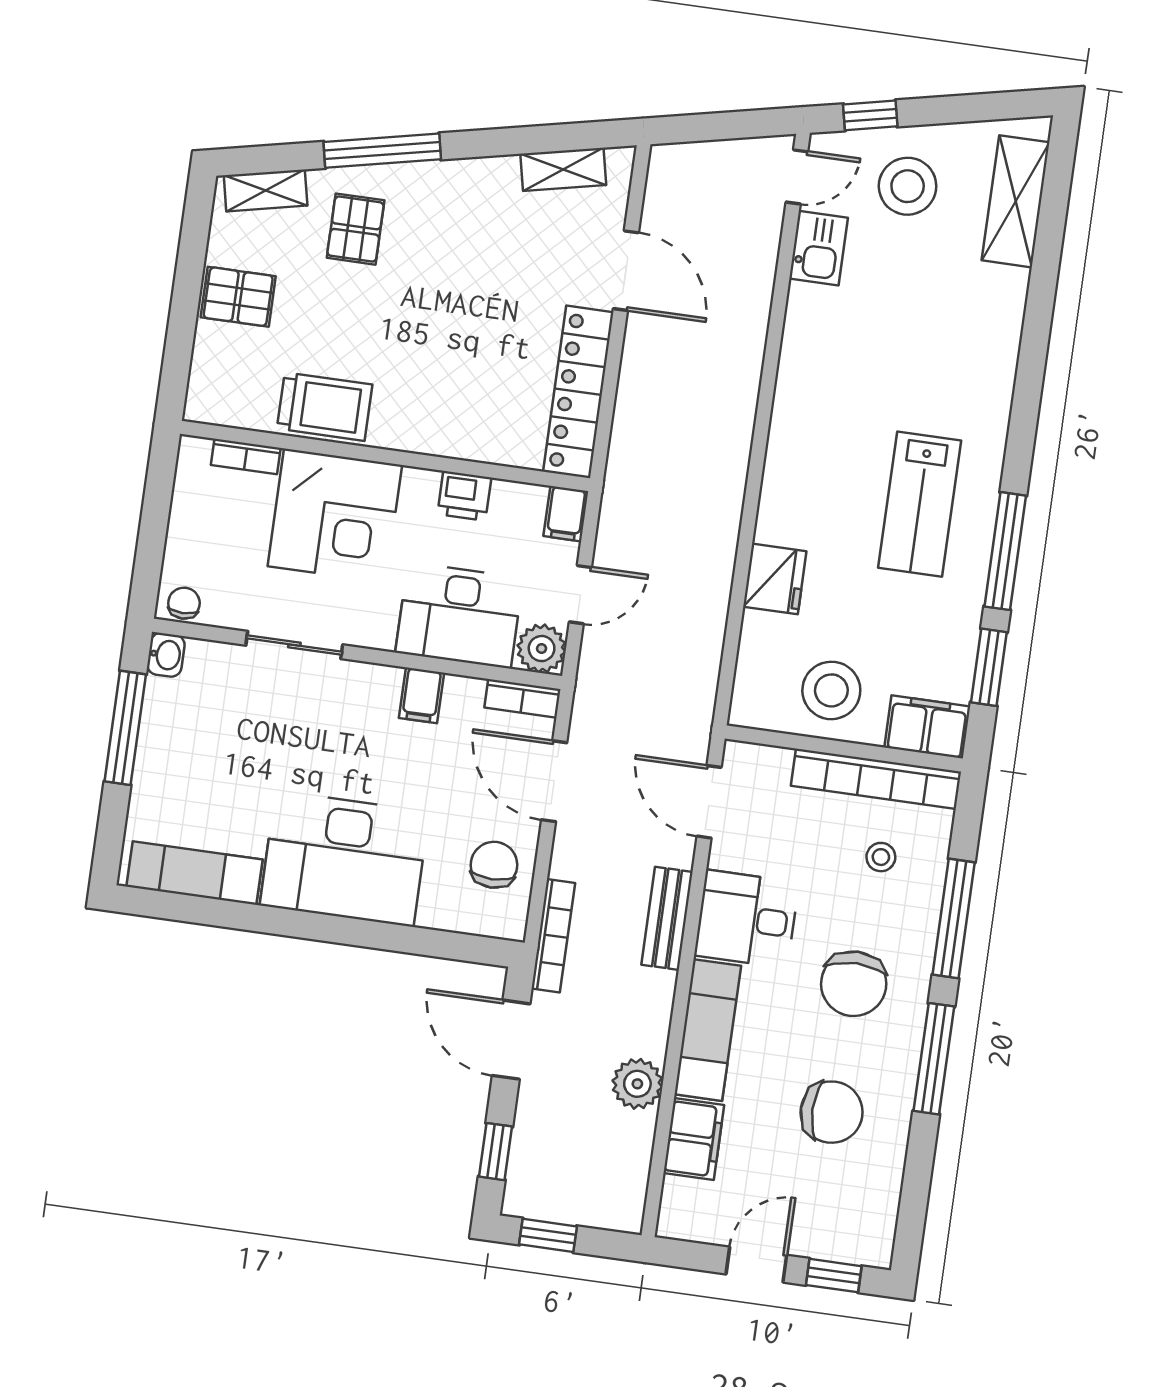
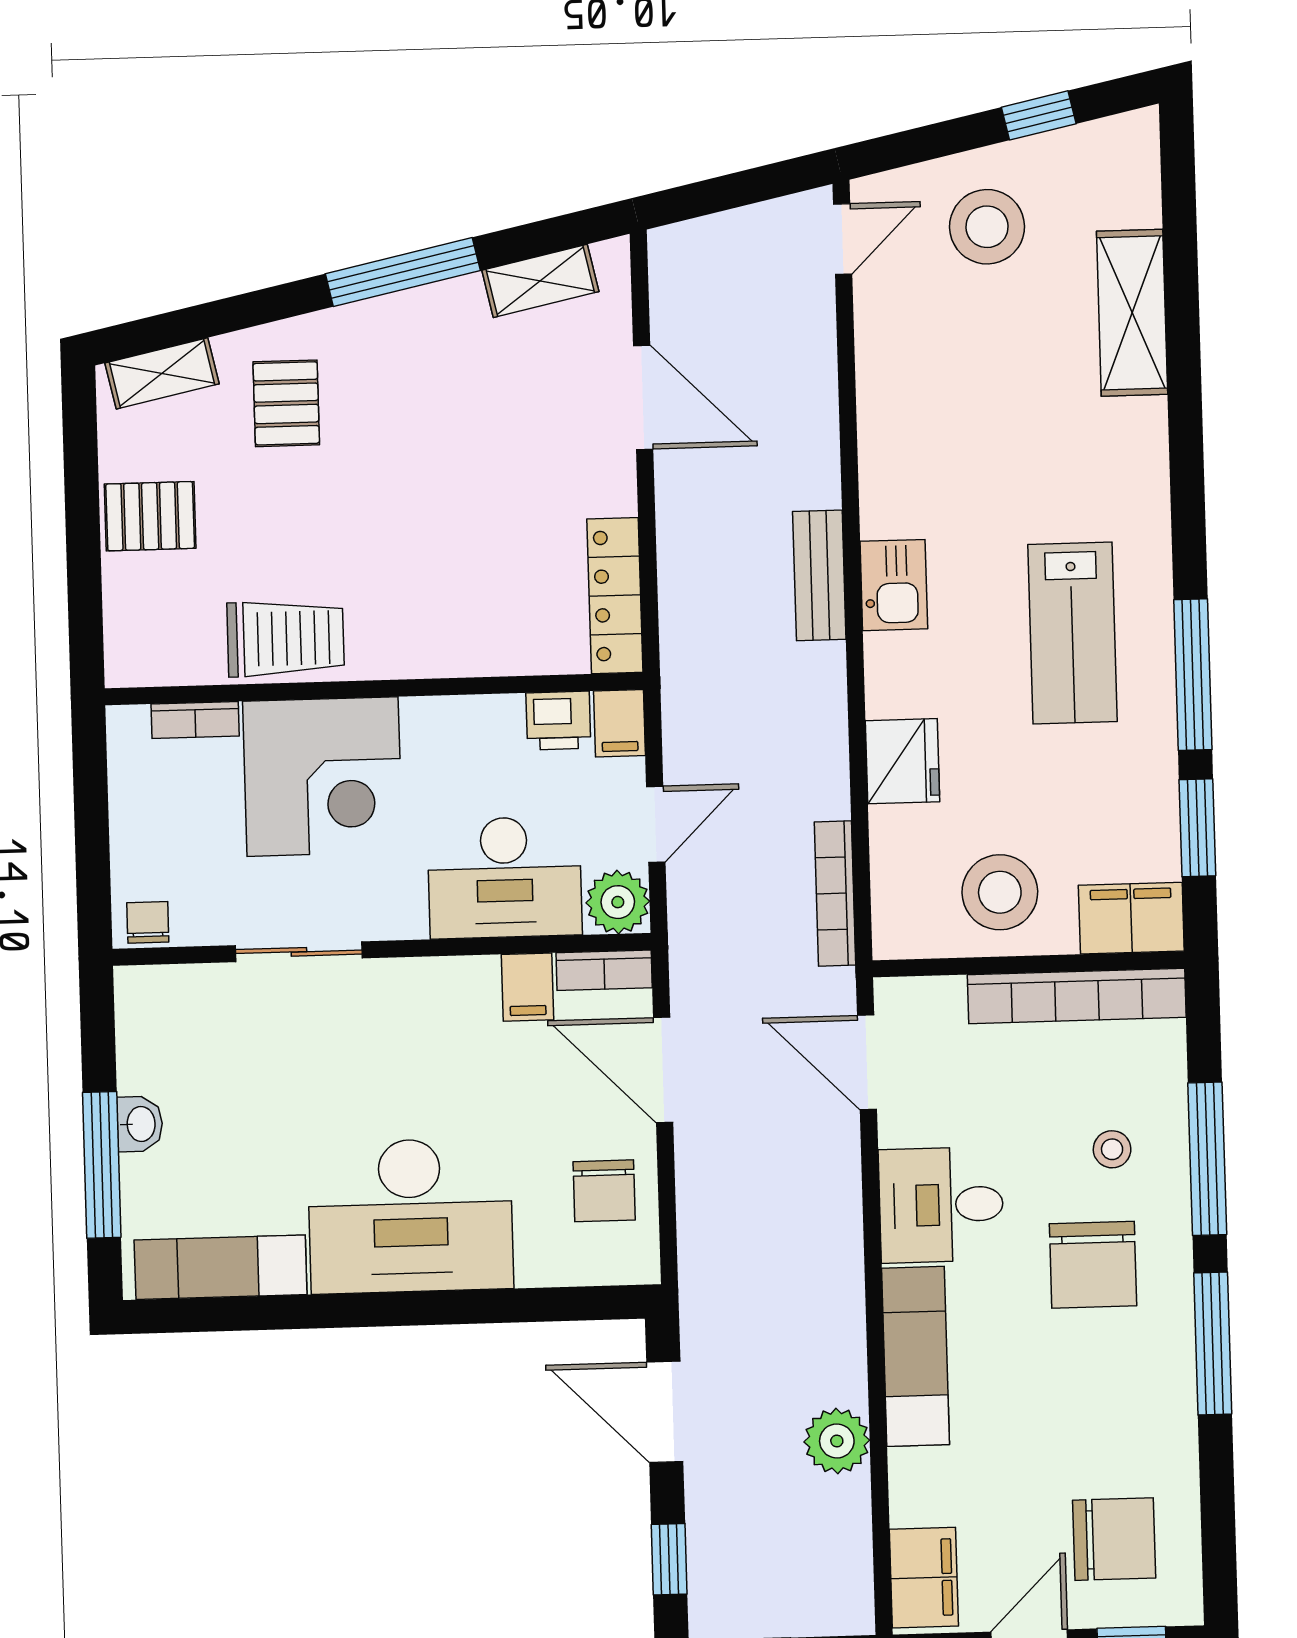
window: (870, 115) -> (1039, 115), moved
window: (382, 151) -> (403, 272), moved
shelving: (1016, 201) -> (1132, 313), moved
kitchen sink: (819, 248) -> (894, 585), moved
locker: (578, 392) -> (615, 596), width x0.71, depth x0.83
printer: (464, 496) -> (558, 721), moved
washbasin: (166, 655) -> (140, 1124), moved
filing cabinet: (421, 695) -> (527, 987), moved
window: (125, 728) -> (102, 1165), moved
stool: (881, 857) -> (1112, 1149), moved
chair: (494, 865) -> (604, 1191), turned 180
bench: (667, 918) -> (819, 575), moved
bookcase: (553, 936) -> (835, 894), moved, turned 180
chair: (832, 1112) -> (1114, 1539), moved
filing cabinet: (694, 1139) -> (924, 1578), moved

